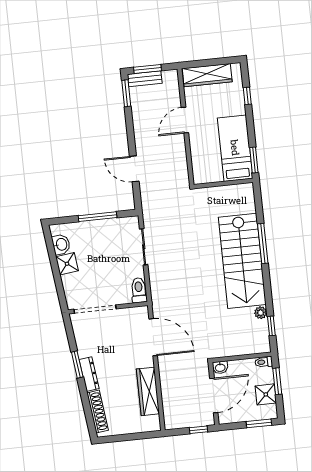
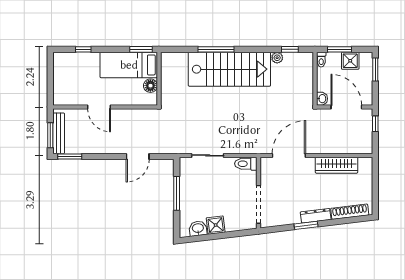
wardrobe: (207, 75) -> (61, 83), removed
bench: (145, 79) -> (59, 133), width x1.36
floor lamp: (215, 175) -> (150, 86), added

